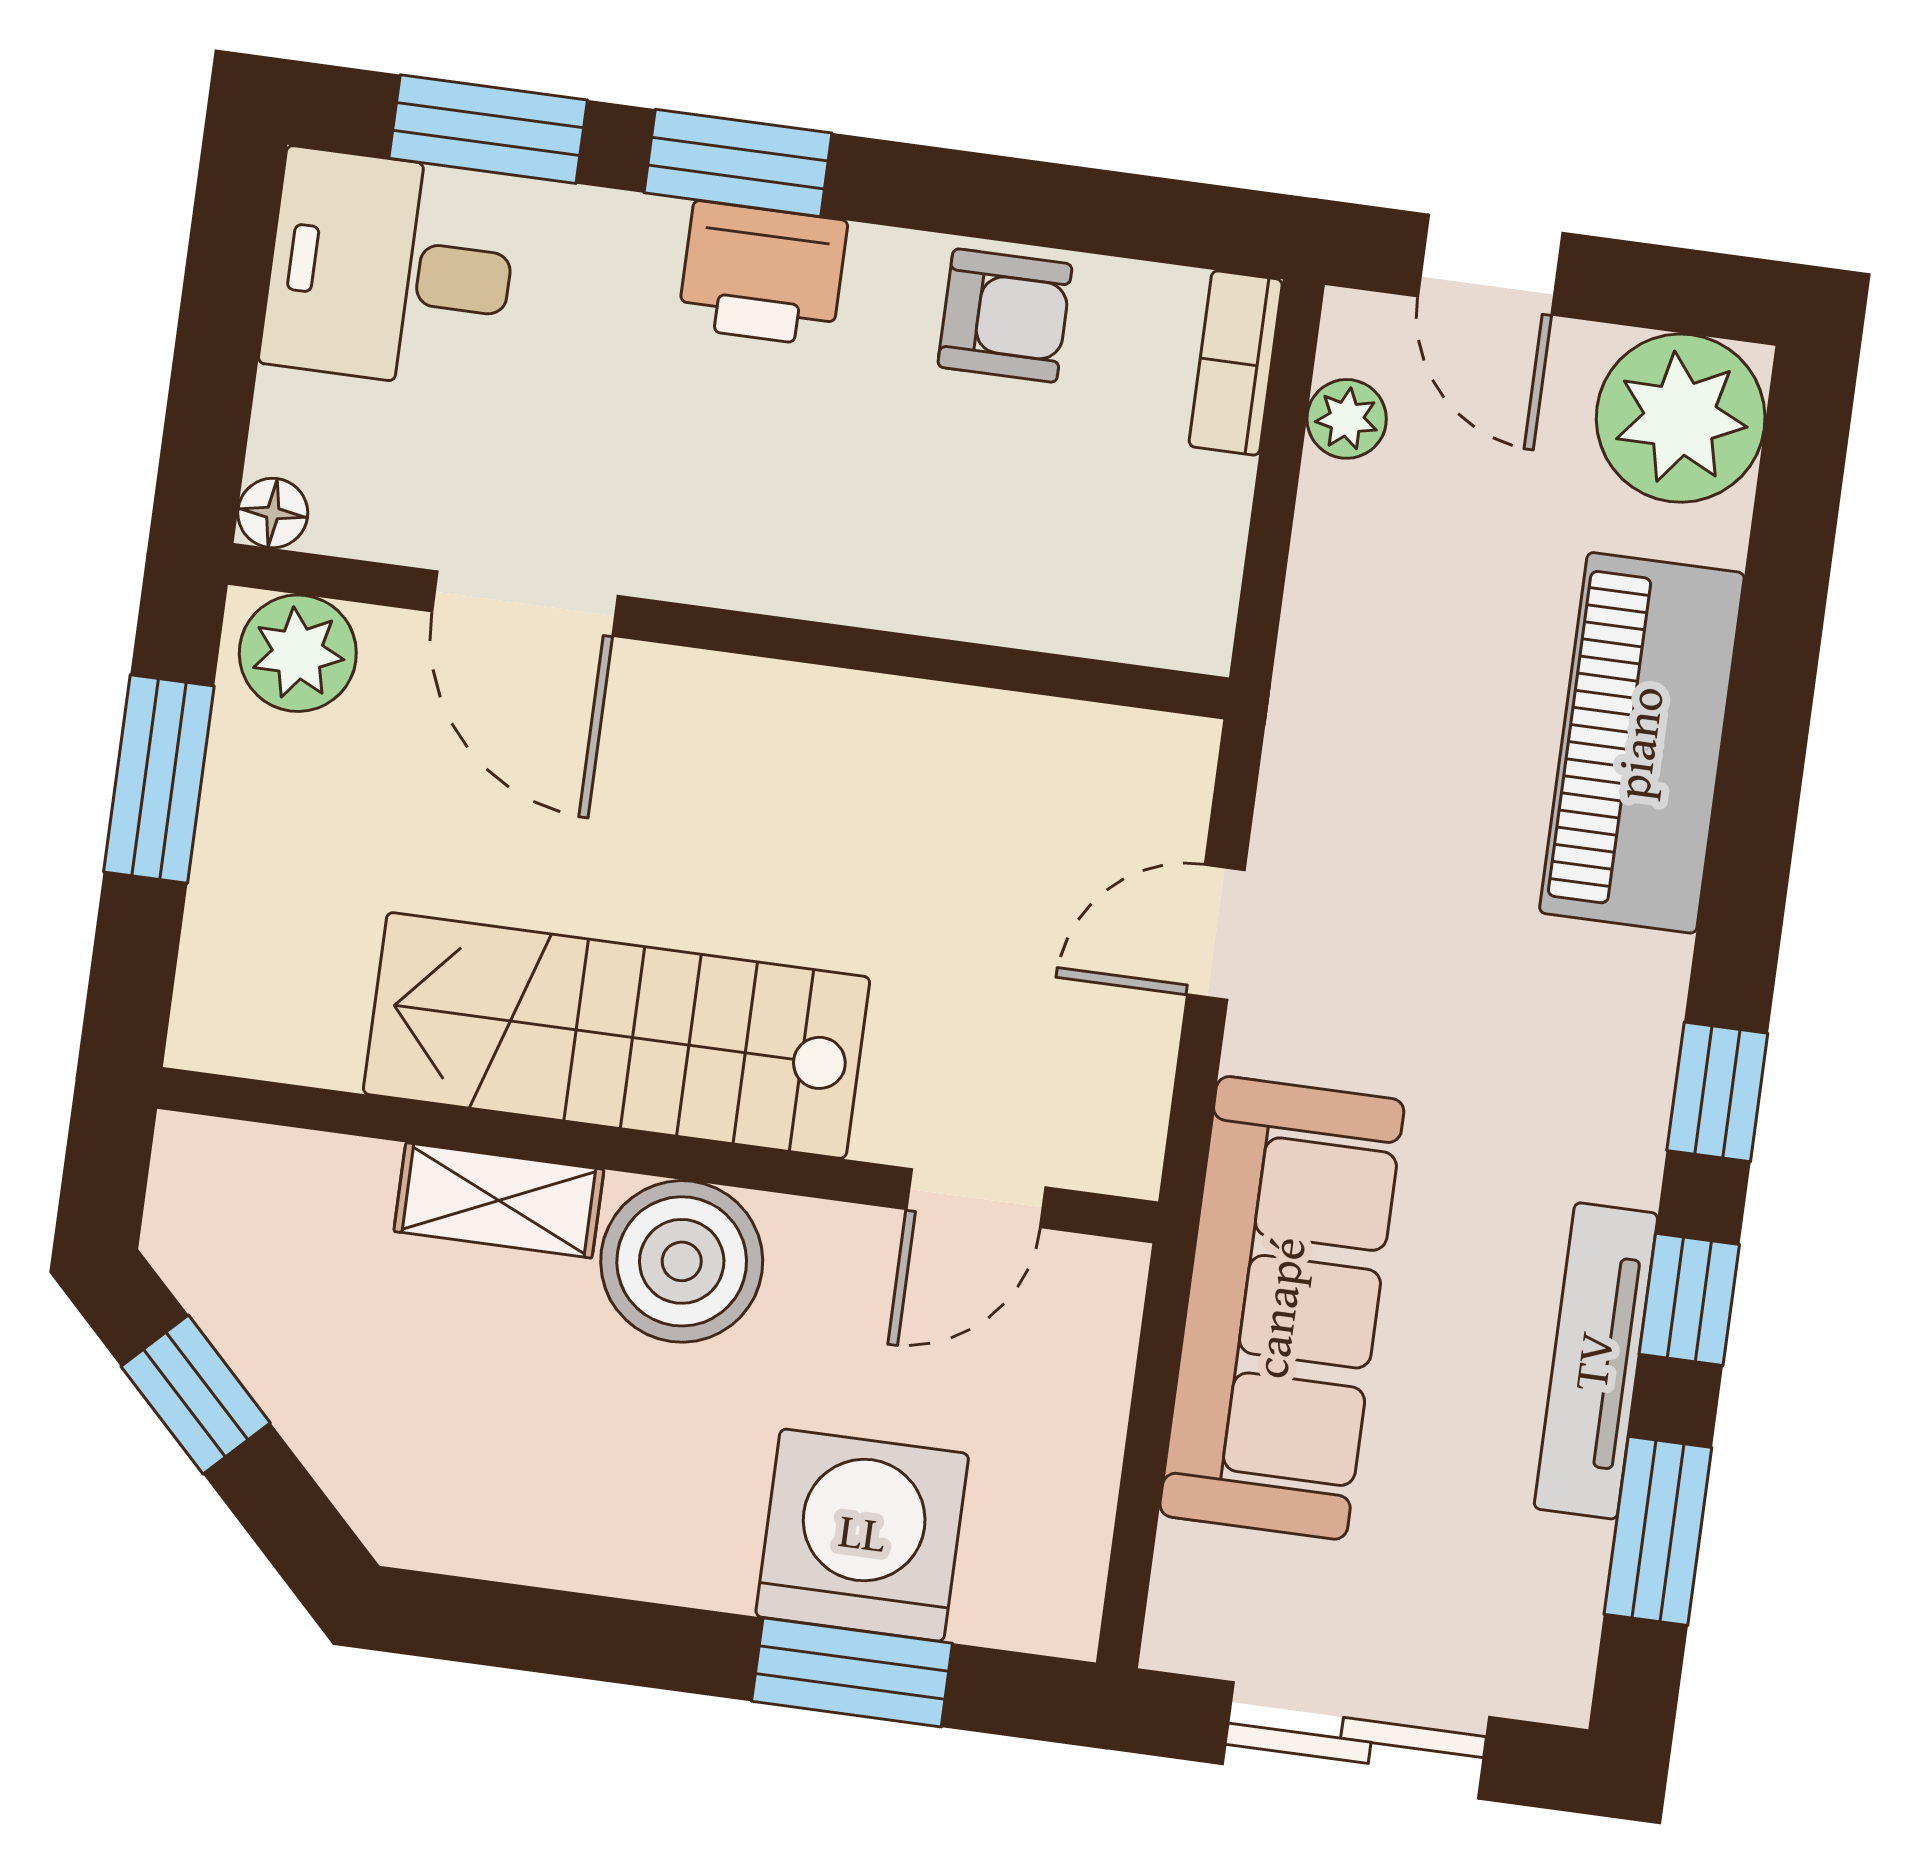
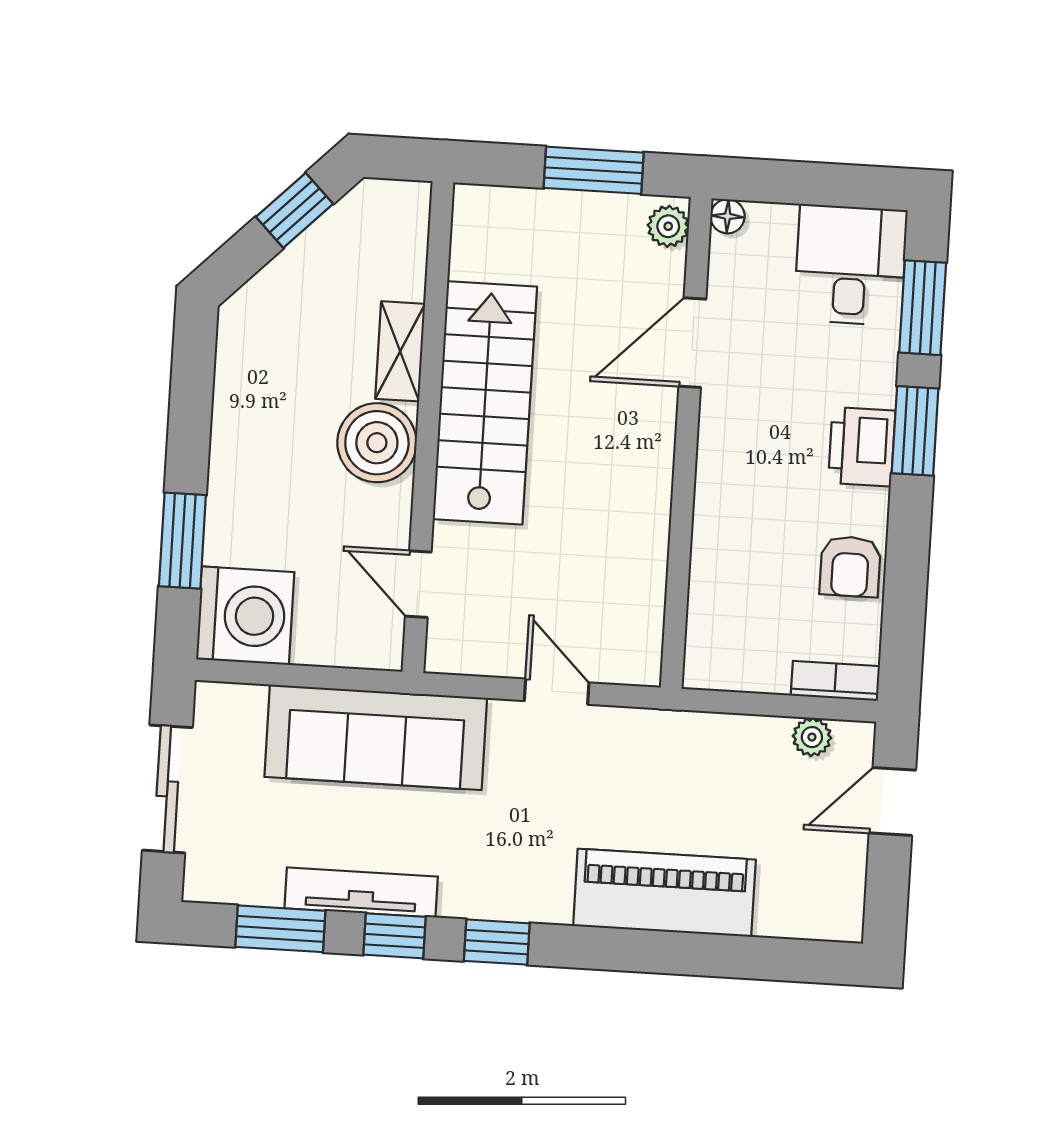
plant: (1681, 418) -> (824, 900), removed
plant: (298, 653) -> (668, 226), width x0.73, depth x0.73
washing machine: (862, 1535) -> (245, 616), moved

